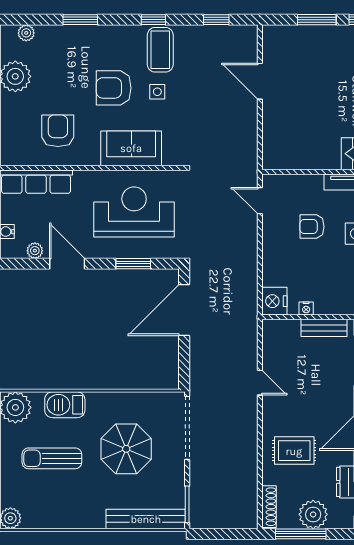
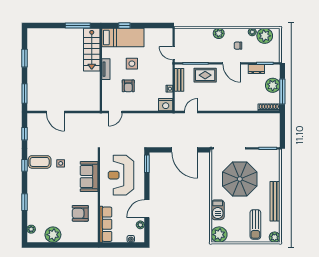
window: (317, 20) -> (25, 93), moved
door: (260, 81) -> (55, 112), hinge flipped
armchair: (114, 88) -> (59, 185), removed
window: (133, 264) -> (147, 164), moved
door: (184, 310) -> (185, 150), moved
door: (260, 383) -> (191, 112), moved
parasol: (126, 449) -> (240, 179), width x1.36, depth x1.36
rug: (294, 451) -> (205, 75), moved, turned 90
sun lounger: (52, 458) -> (255, 224), moved
bench: (146, 519) -> (275, 201), moved

